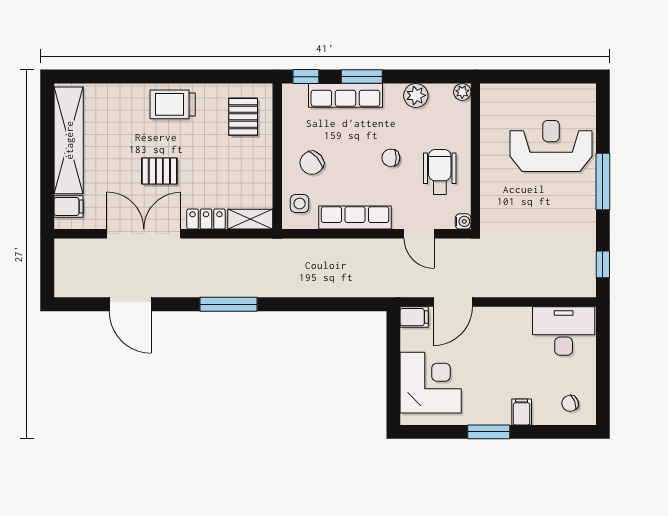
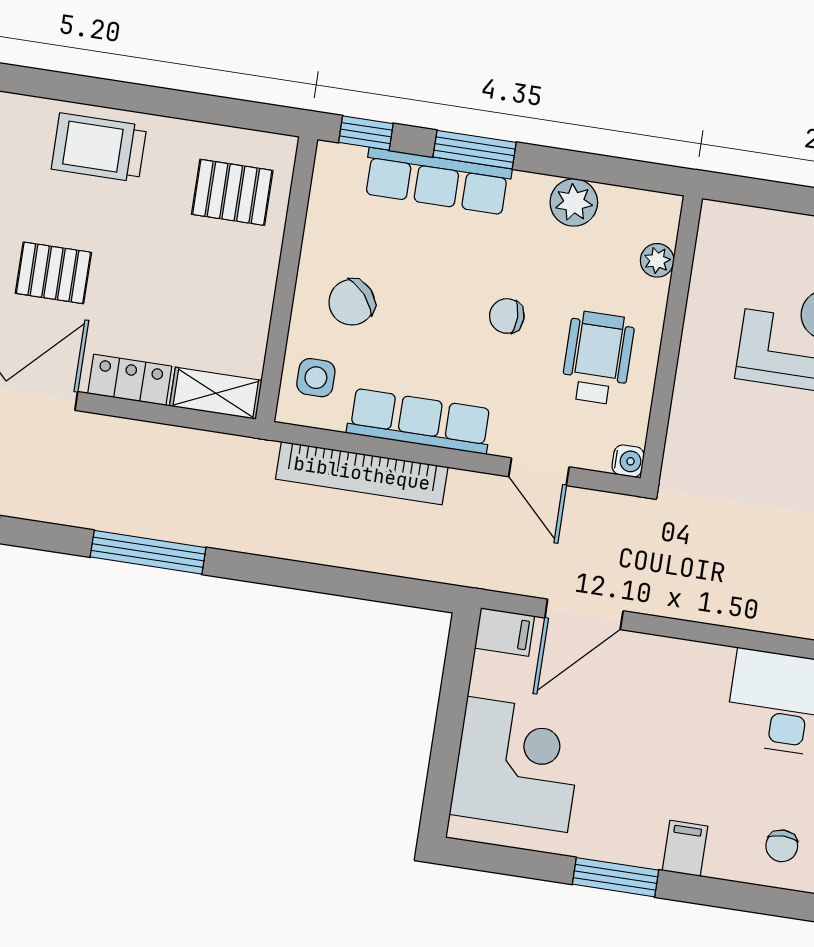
plant: (462, 92) -> (657, 260), moved
pallet: (243, 117) -> (232, 192), turned 90
bookcase: (330, 248) -> (362, 473), added
chair: (570, 403) -> (782, 846), turned -69

